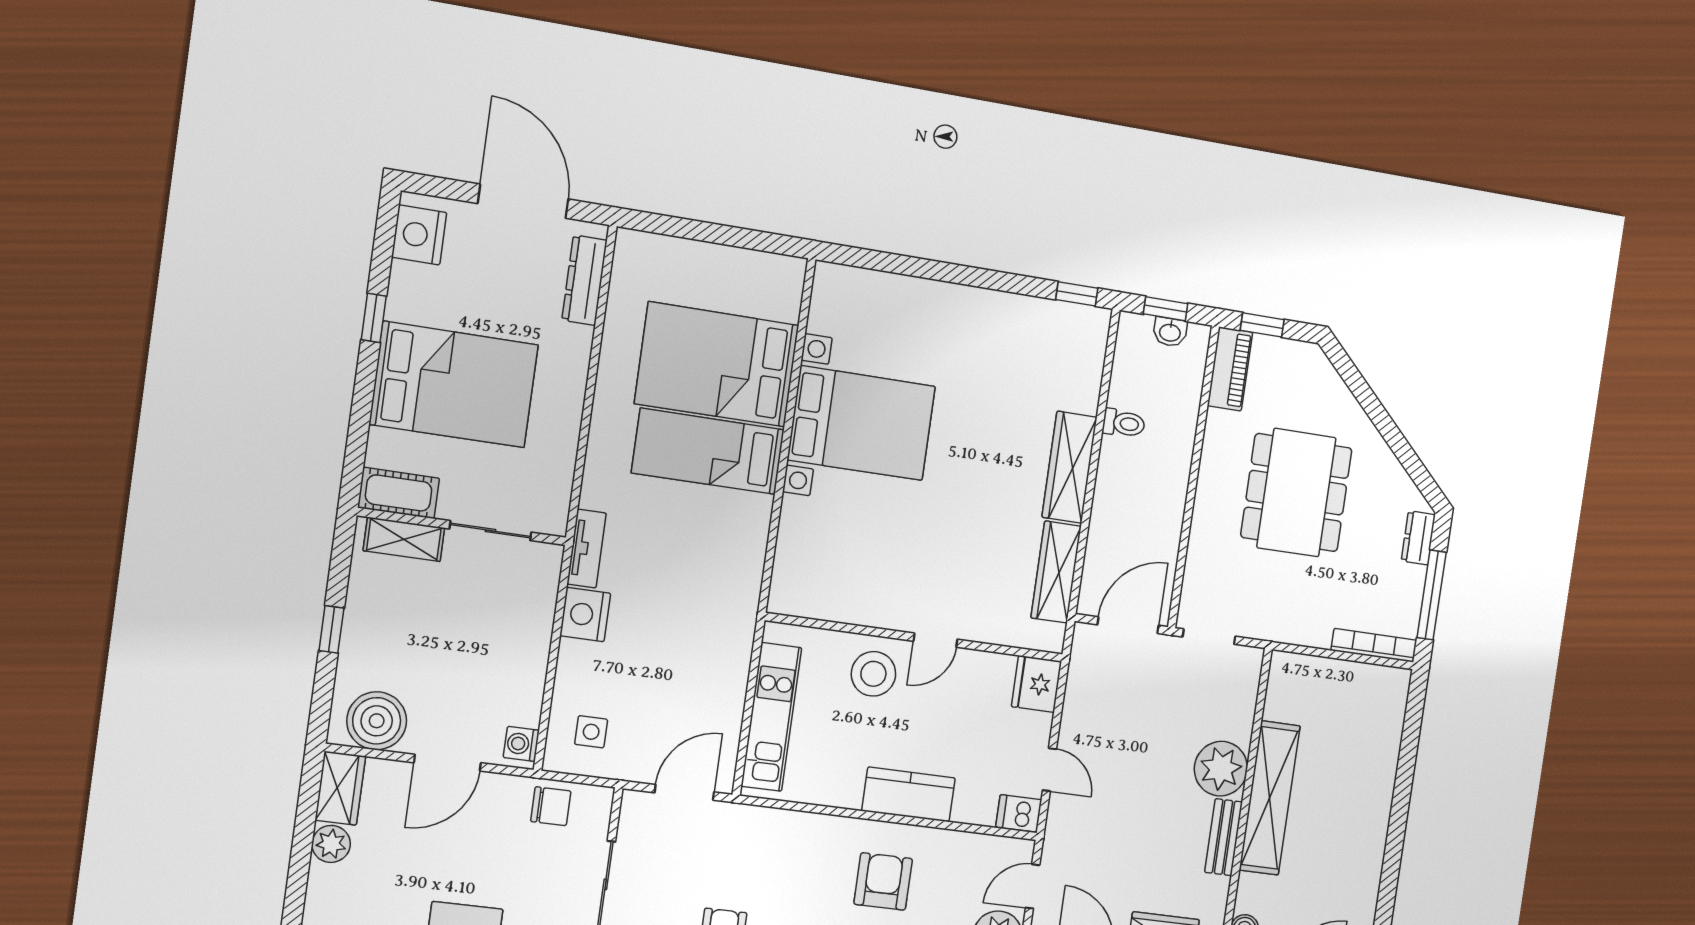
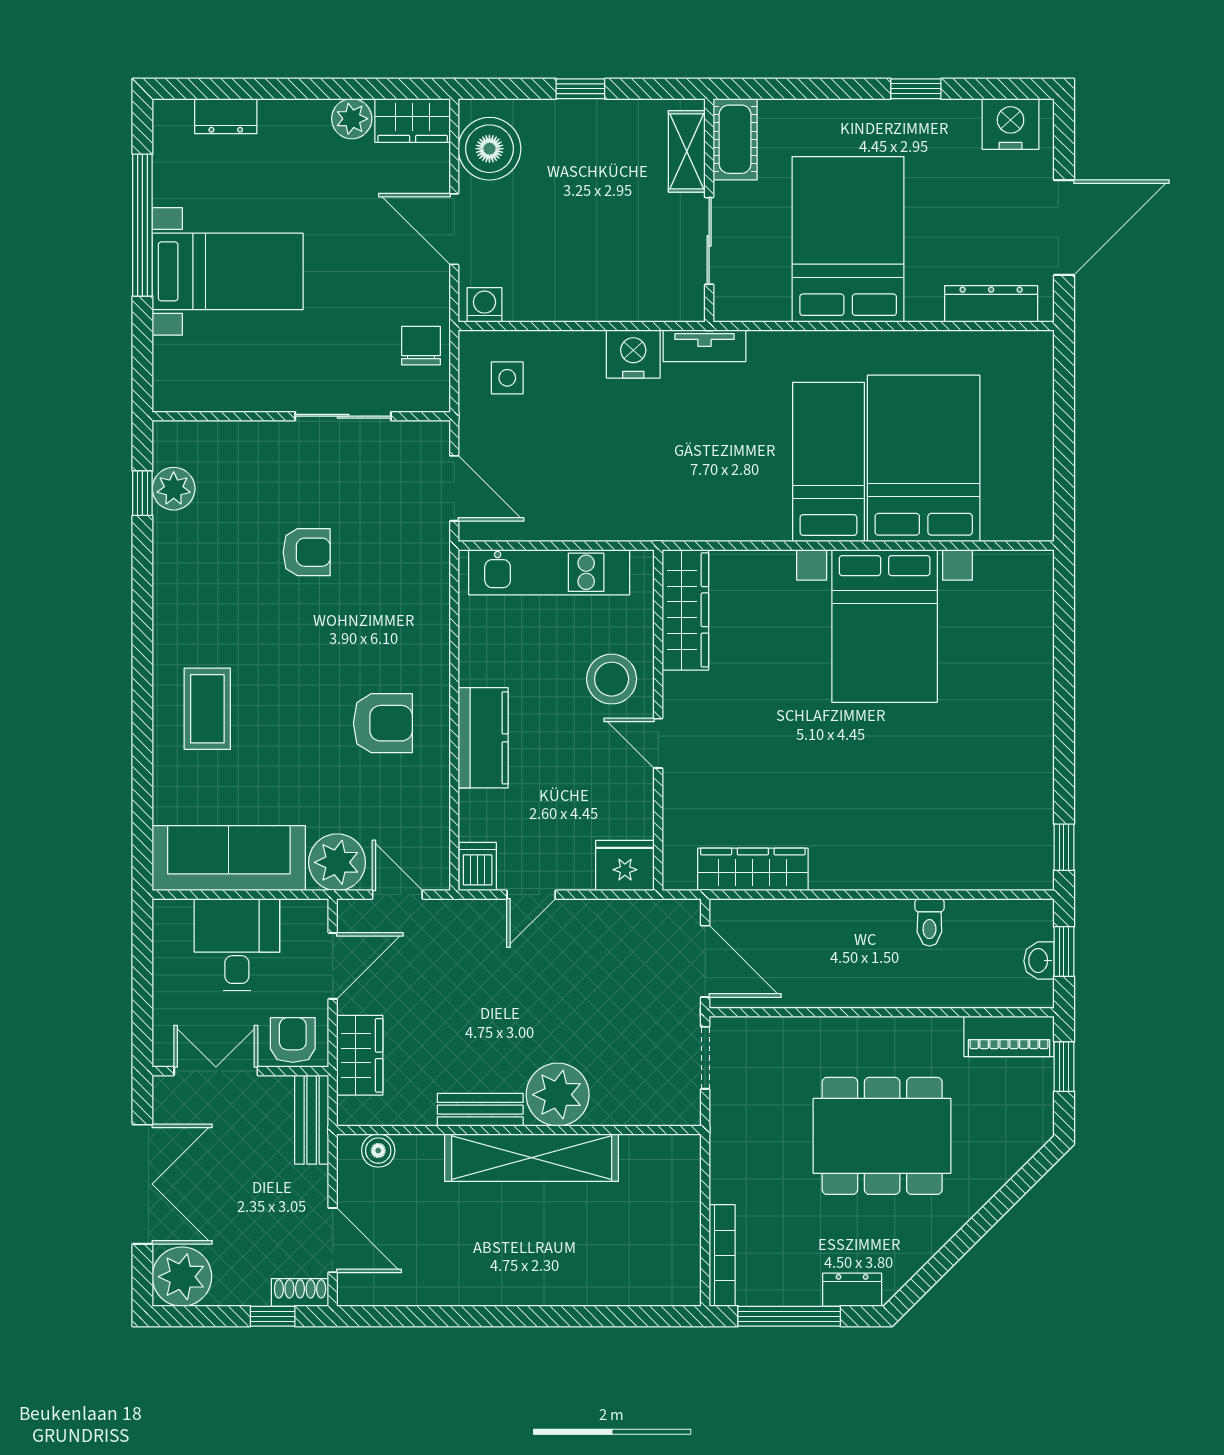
bed: (454, 385) -> (848, 239), moved, turned 180
wardrobe: (1069, 467) -> (685, 610), moved, turned 90
chair: (551, 806) -> (421, 346), turned 180

